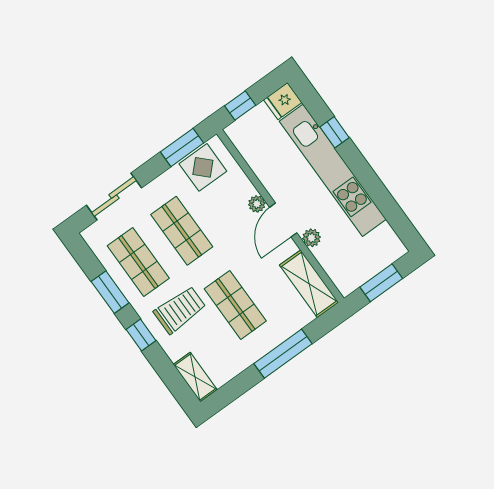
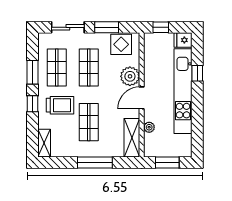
window: (182, 147) -> (107, 27), moved
plant: (257, 204) -> (130, 76), width x1.88, depth x1.88
plant: (312, 238) -> (149, 127), moved

